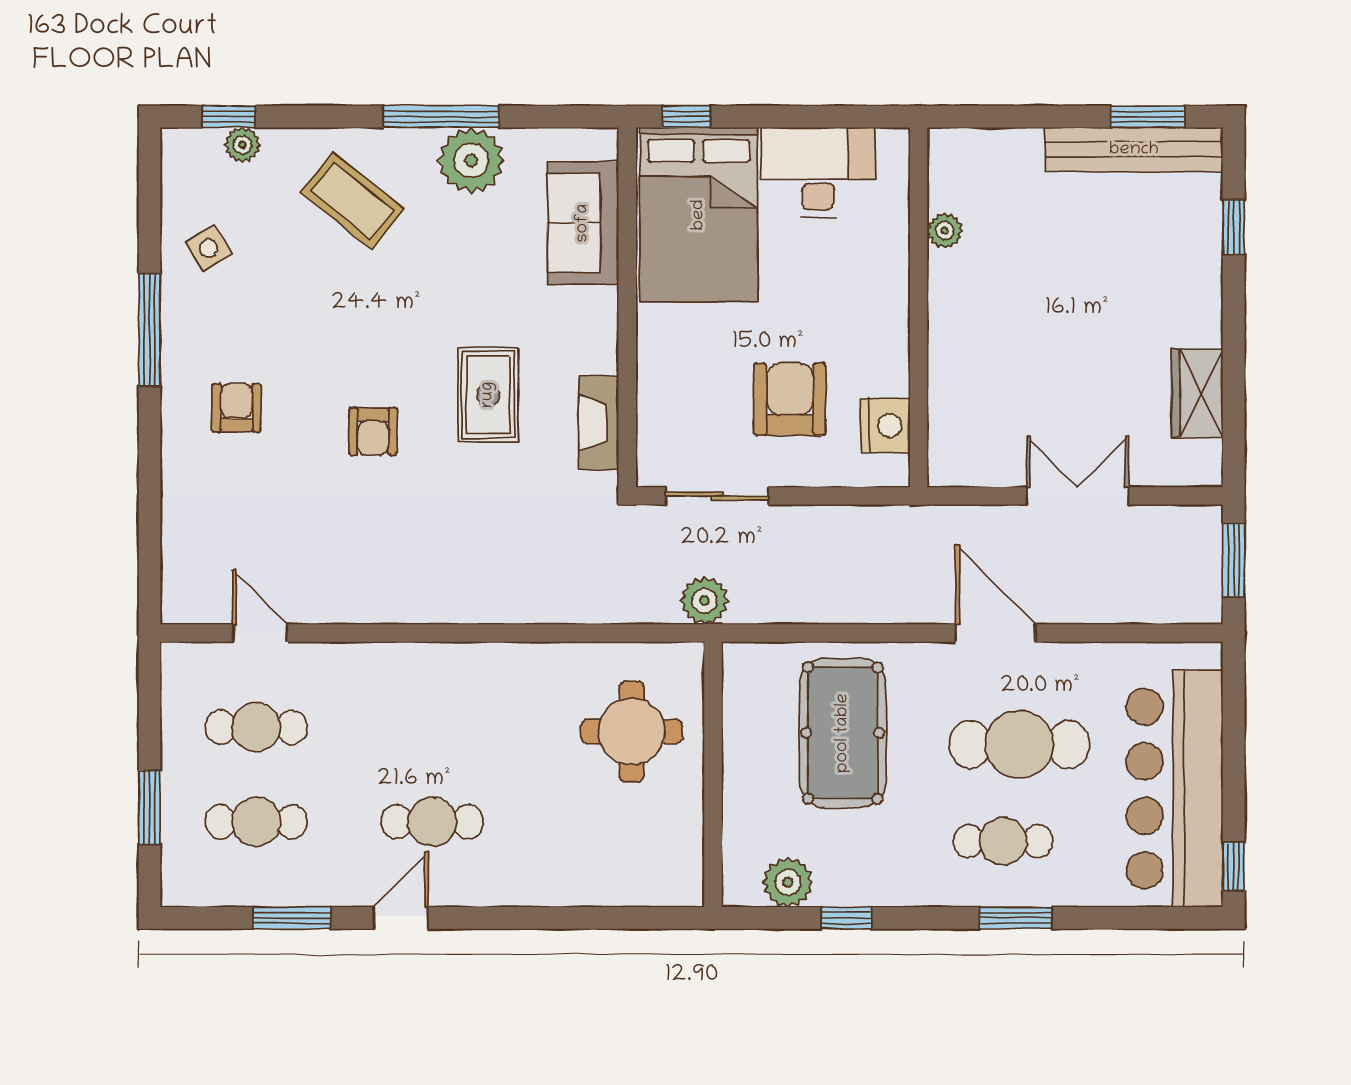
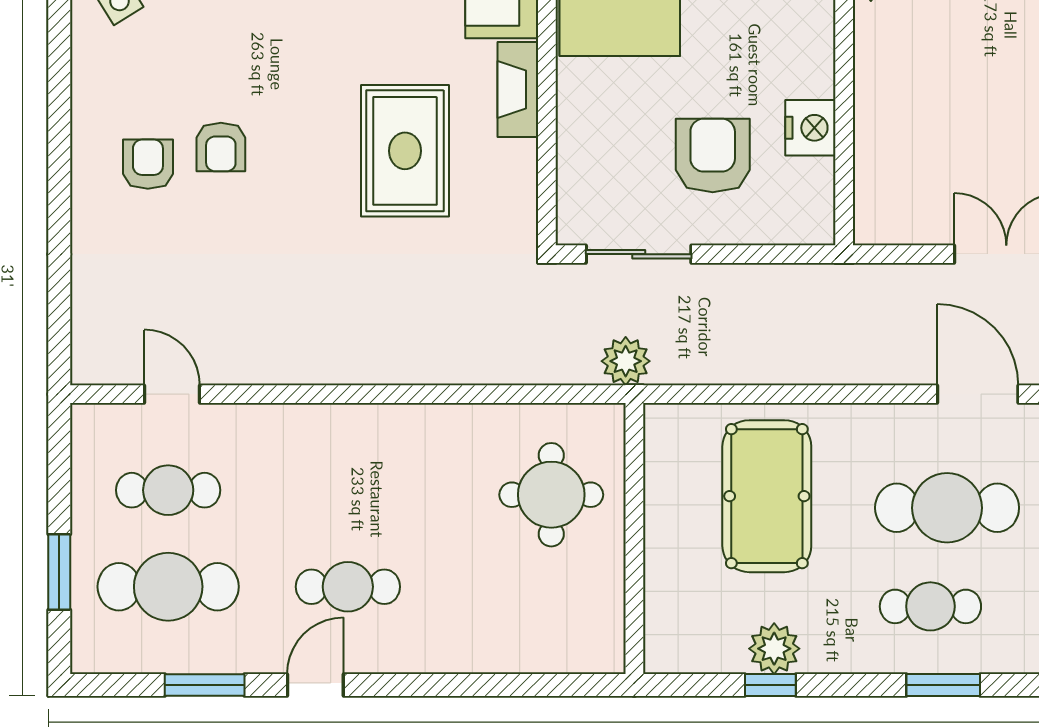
window: (150, 330) -> (59, 85), removed
rug: (488, 395) -> (405, 151), width x1.36, depth x1.43
fireplace: (599, 423) -> (518, 89), moved
nightstand: (886, 426) -> (810, 128), moved
armchair: (373, 431) -> (221, 147), moved
door: (995, 633) -> (978, 394), moved
cafe table: (256, 822) -> (168, 587), width x1.37, depth x1.35
plant: (788, 882) -> (774, 649), moved

